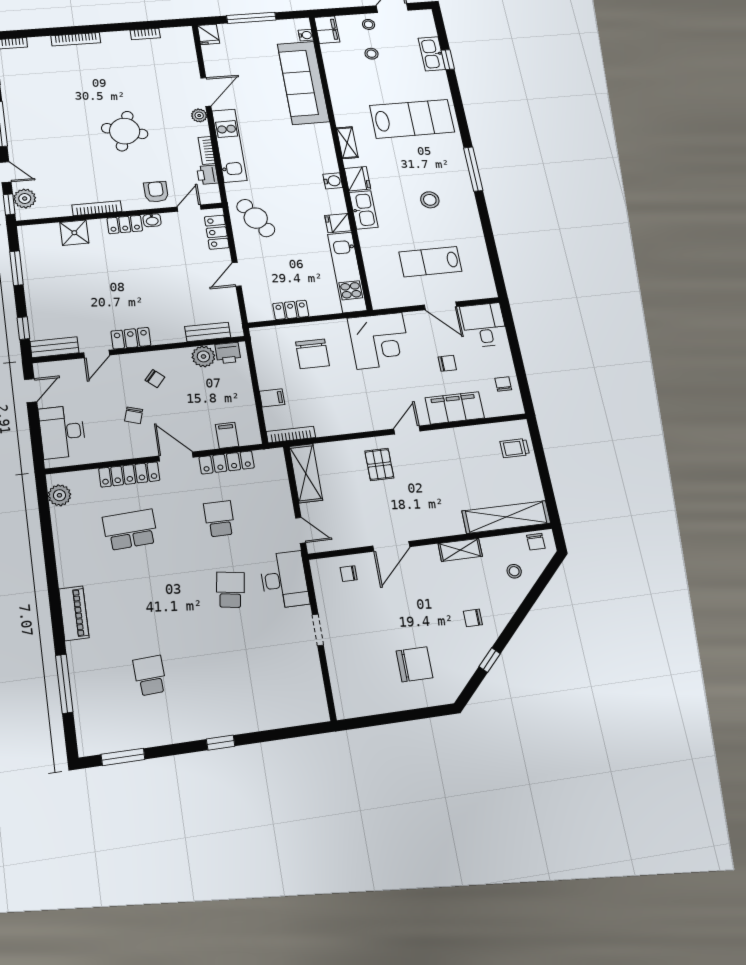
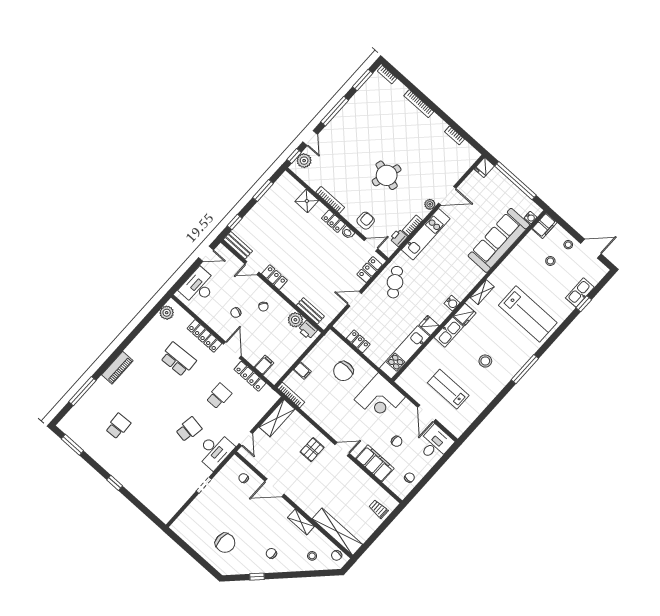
window: (251, 18) -> (515, 181), width x1.46

